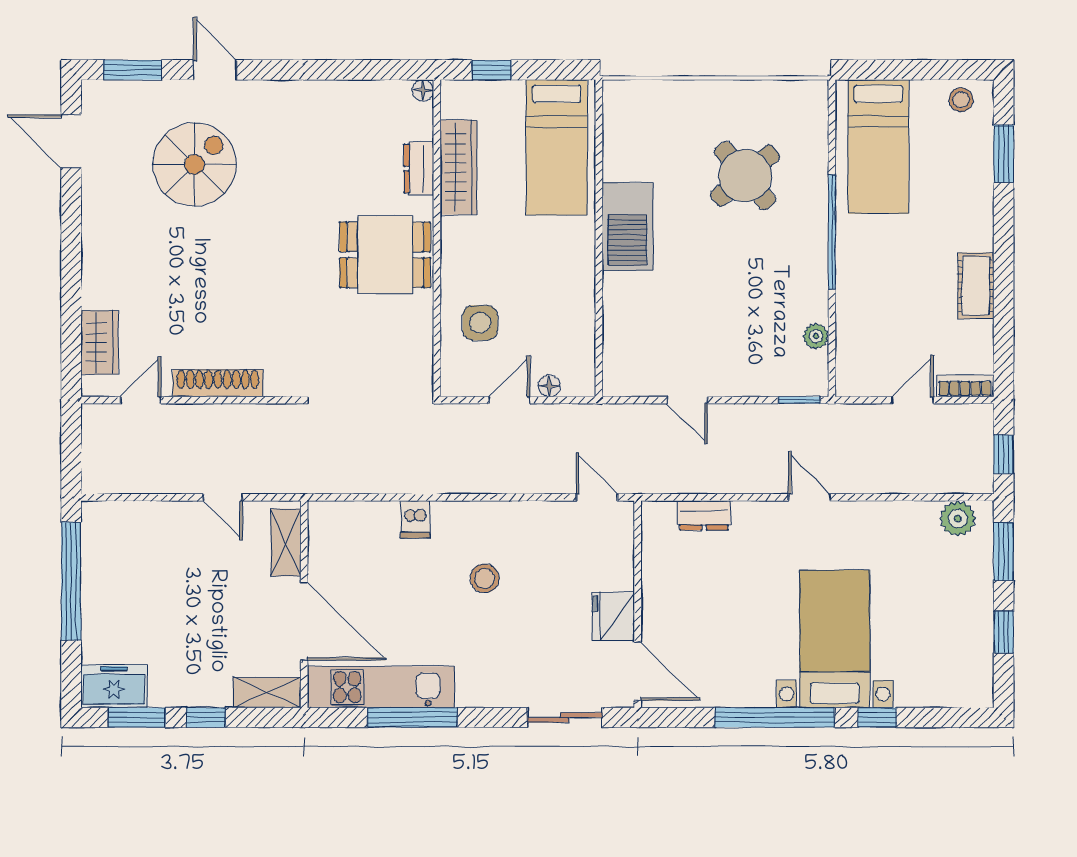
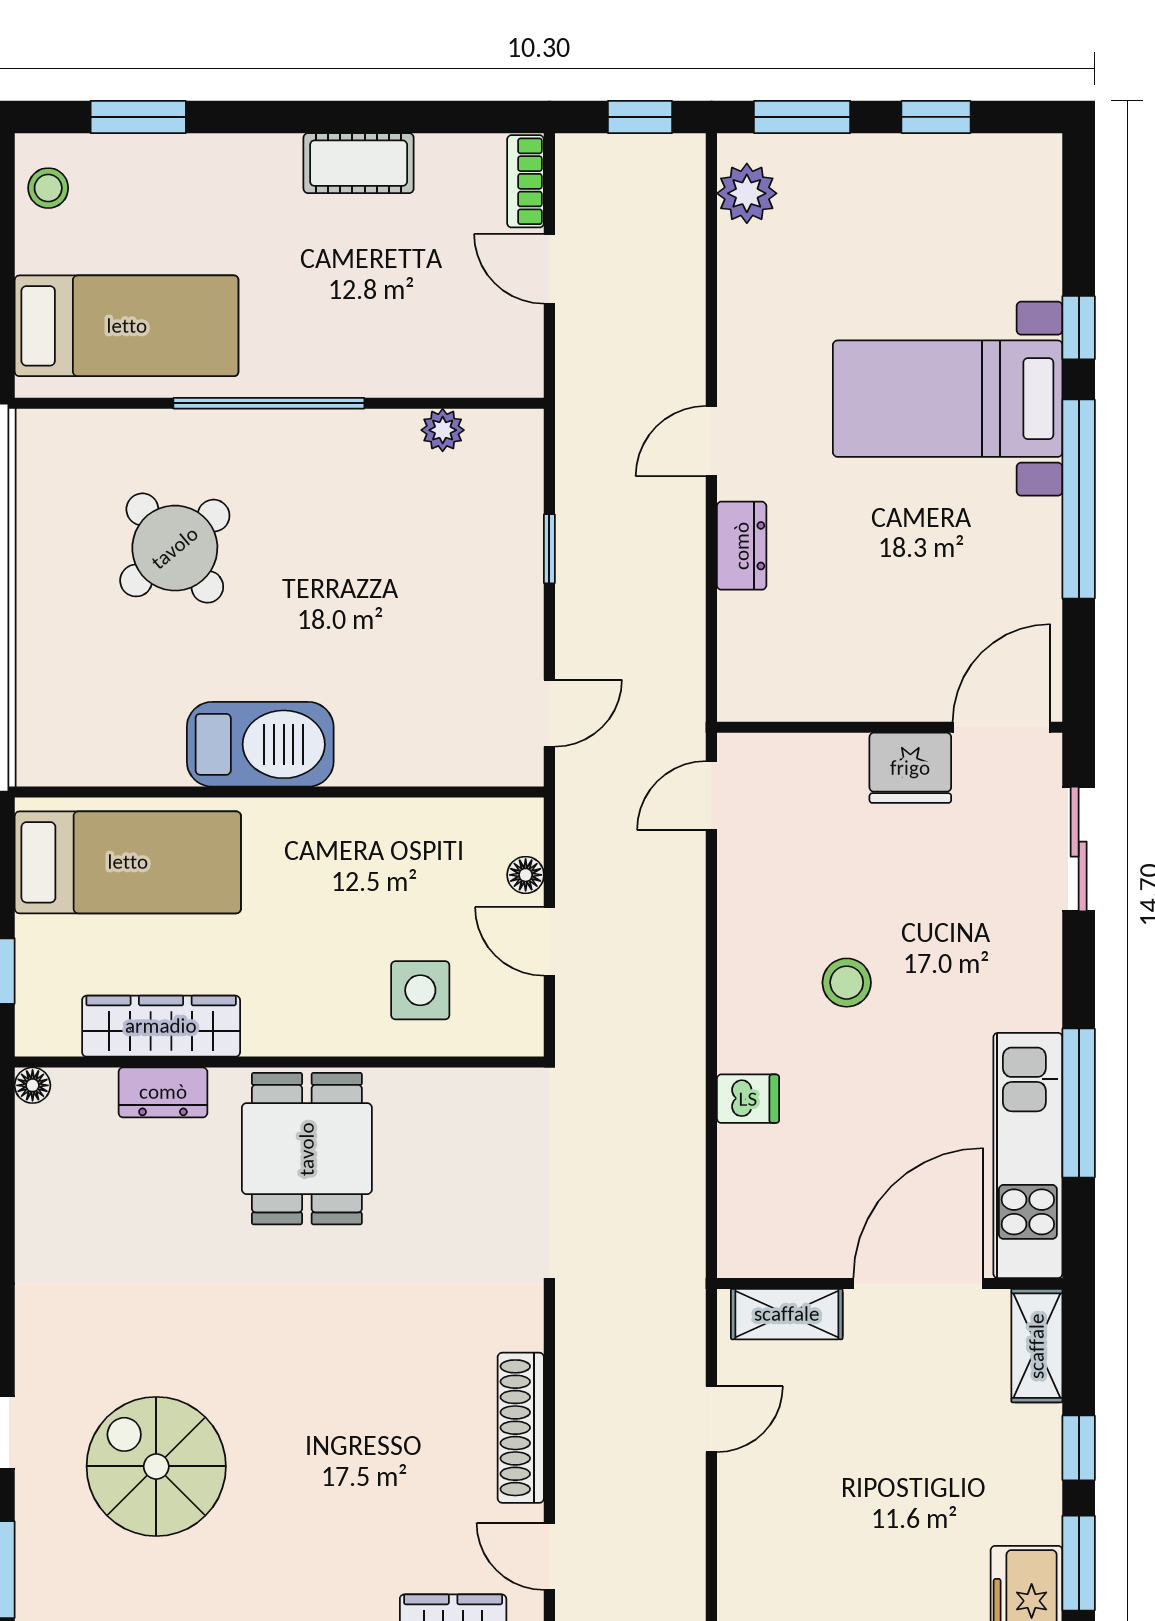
door: (687, 400) -> (549, 713), moved
window: (799, 400) -> (549, 549), moved
dresser: (704, 515) -> (742, 546), moved

